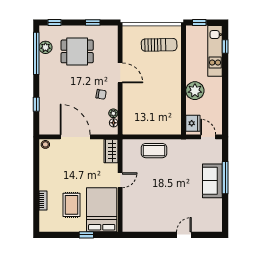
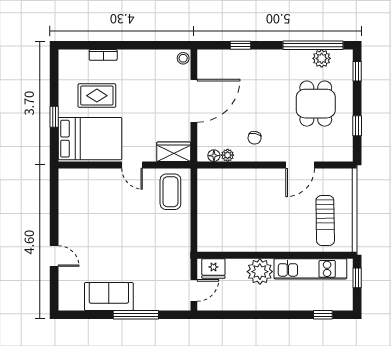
kitchen unit: (215, 51) -> (310, 269), moved, turned 180
door: (120, 73) -> (300, 165), moved
coffee table: (154, 151) -> (170, 192), moved
sofa: (212, 181) -> (109, 297), moved

